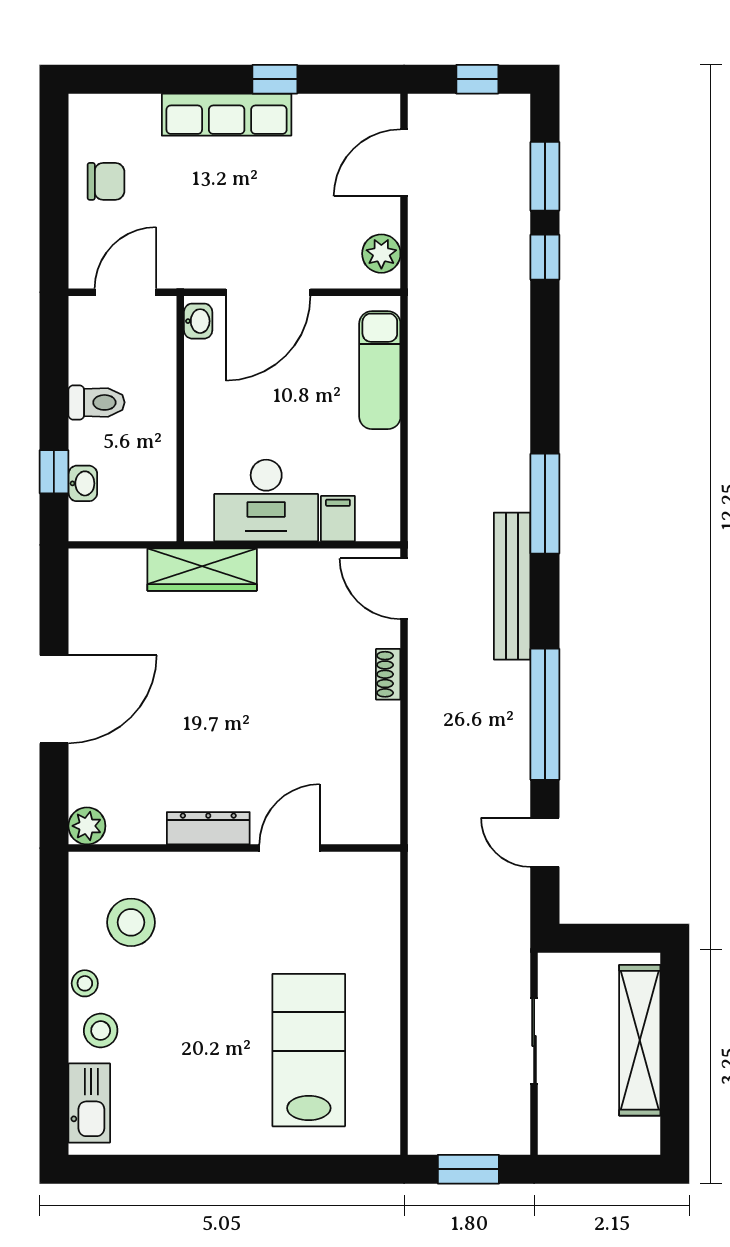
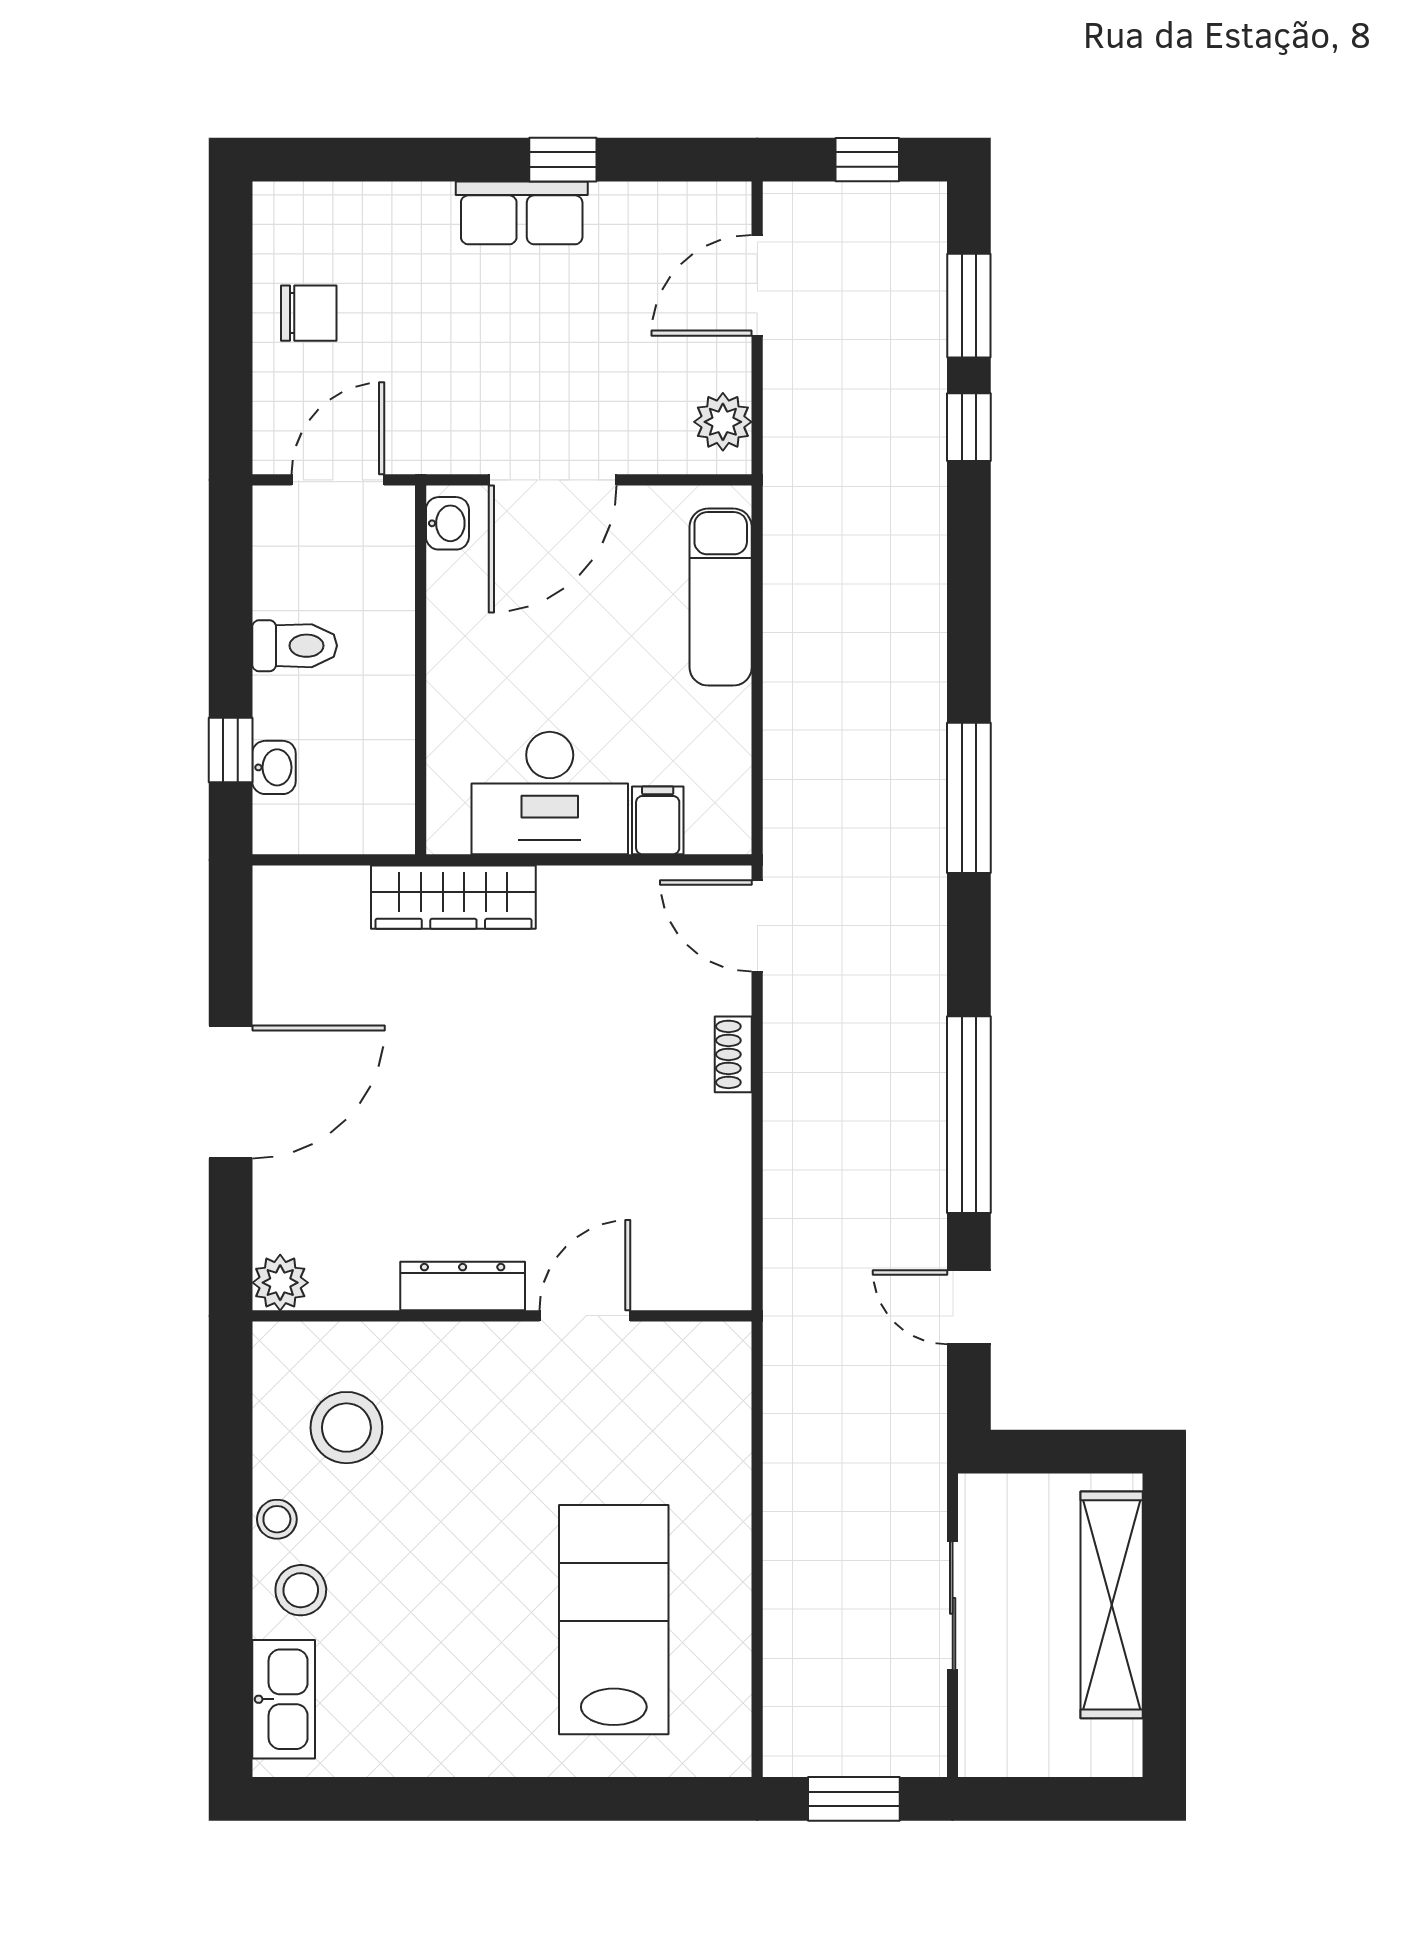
row of seats: (227, 115) -> (522, 213), width x0.68
bench: (512, 586) -> (920, 922), removed

